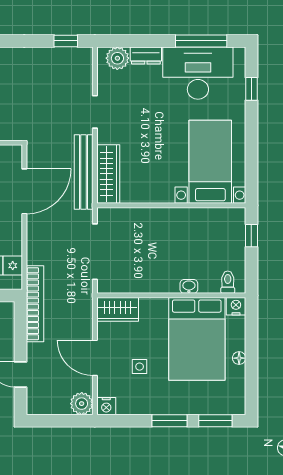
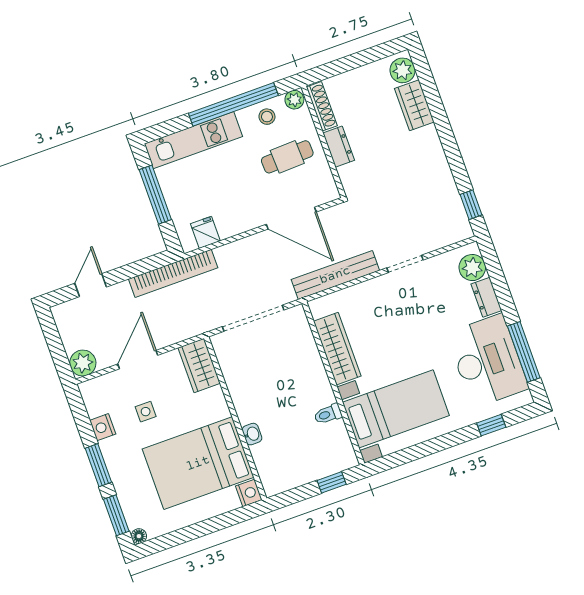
wardrobe: (108, 174) -> (337, 349), moved, turned -90
toilet: (228, 282) -> (328, 414), moved, turned 180
floor lamp: (239, 358) -> (139, 536), moved
nightstand: (106, 406) -> (103, 427), moved

